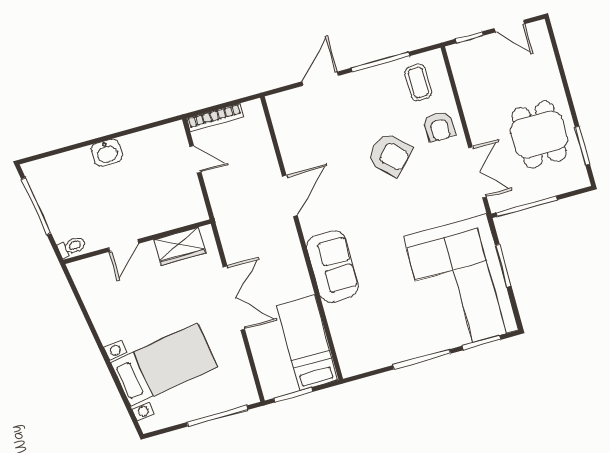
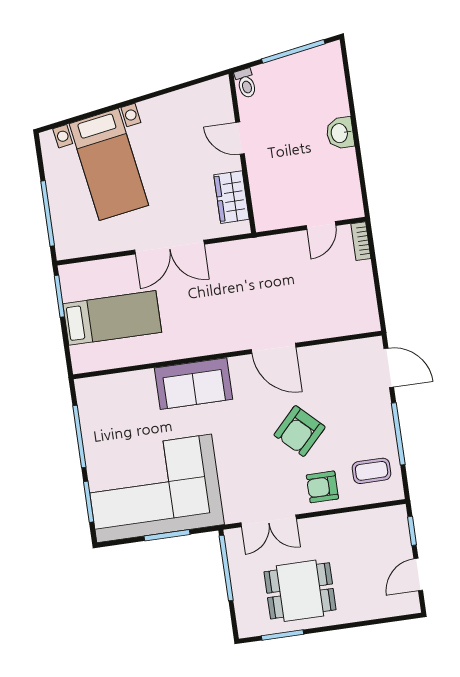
bookcase: (215, 118) -> (361, 241), width x0.64
door: (290, 196) -> (274, 348), moved
wall: (302, 238) -> (227, 355), moved
sofa: (332, 266) -> (193, 384), moved

